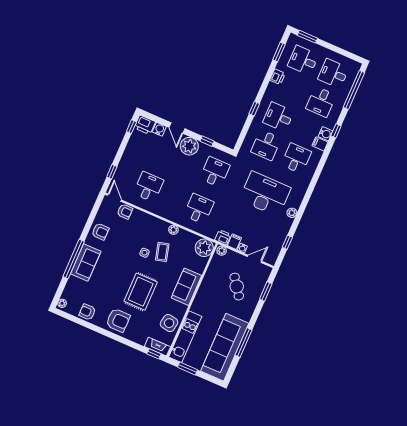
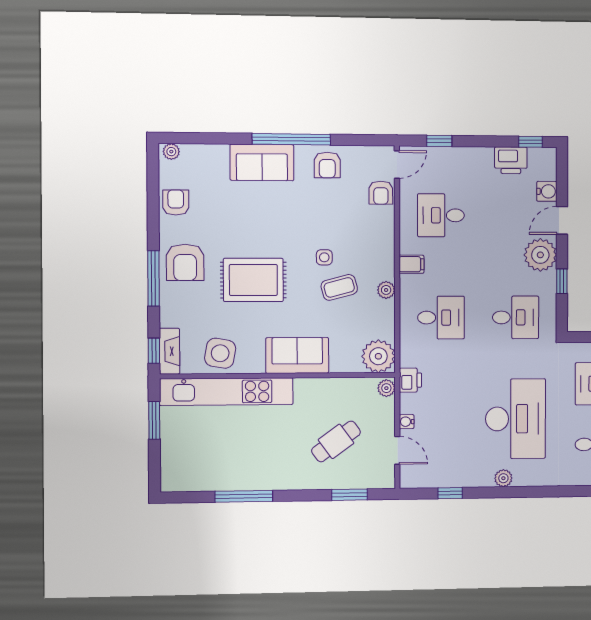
printer: (145, 125) -> (511, 160), moved, turned -90
desk: (149, 187) -> (441, 215), turned 180
filing cabinet: (234, 242) -> (411, 264), moved
window: (74, 259) -> (291, 139), moved
kitchen unit: (185, 337) -> (227, 392), width x1.36
window: (119, 339) -> (153, 278), added
sofa: (225, 347) -> (221, 468), removed

